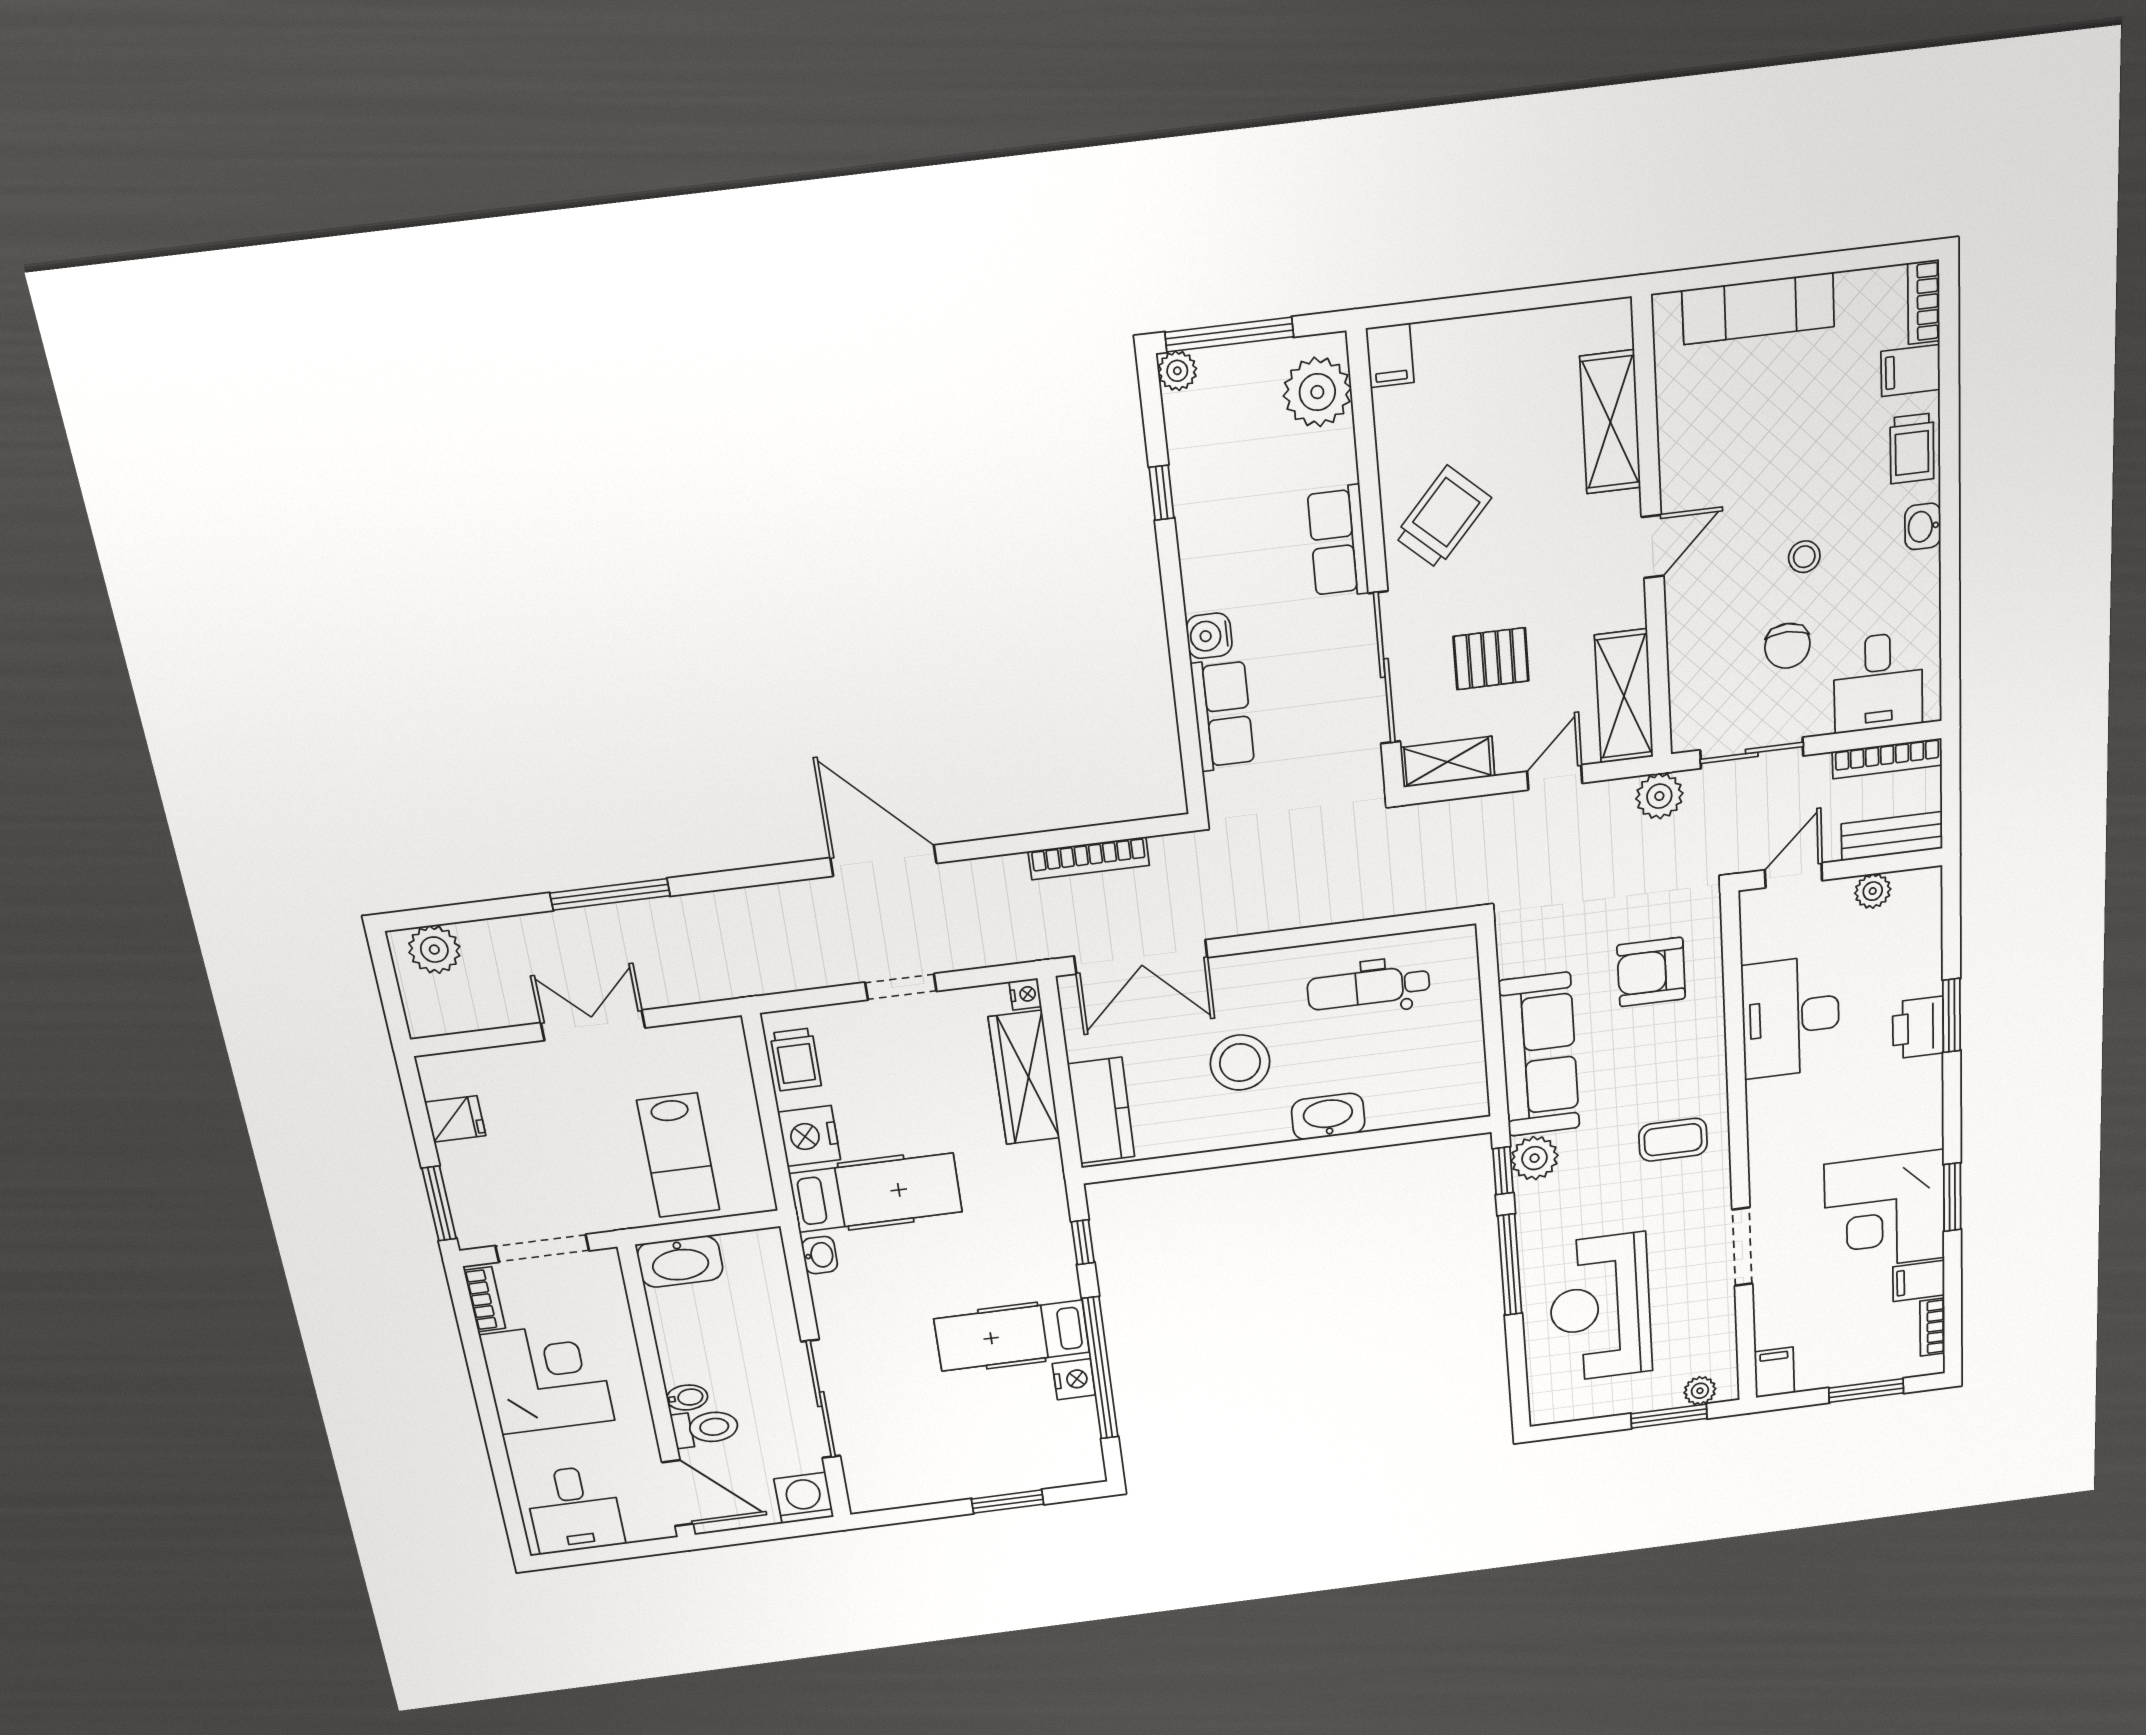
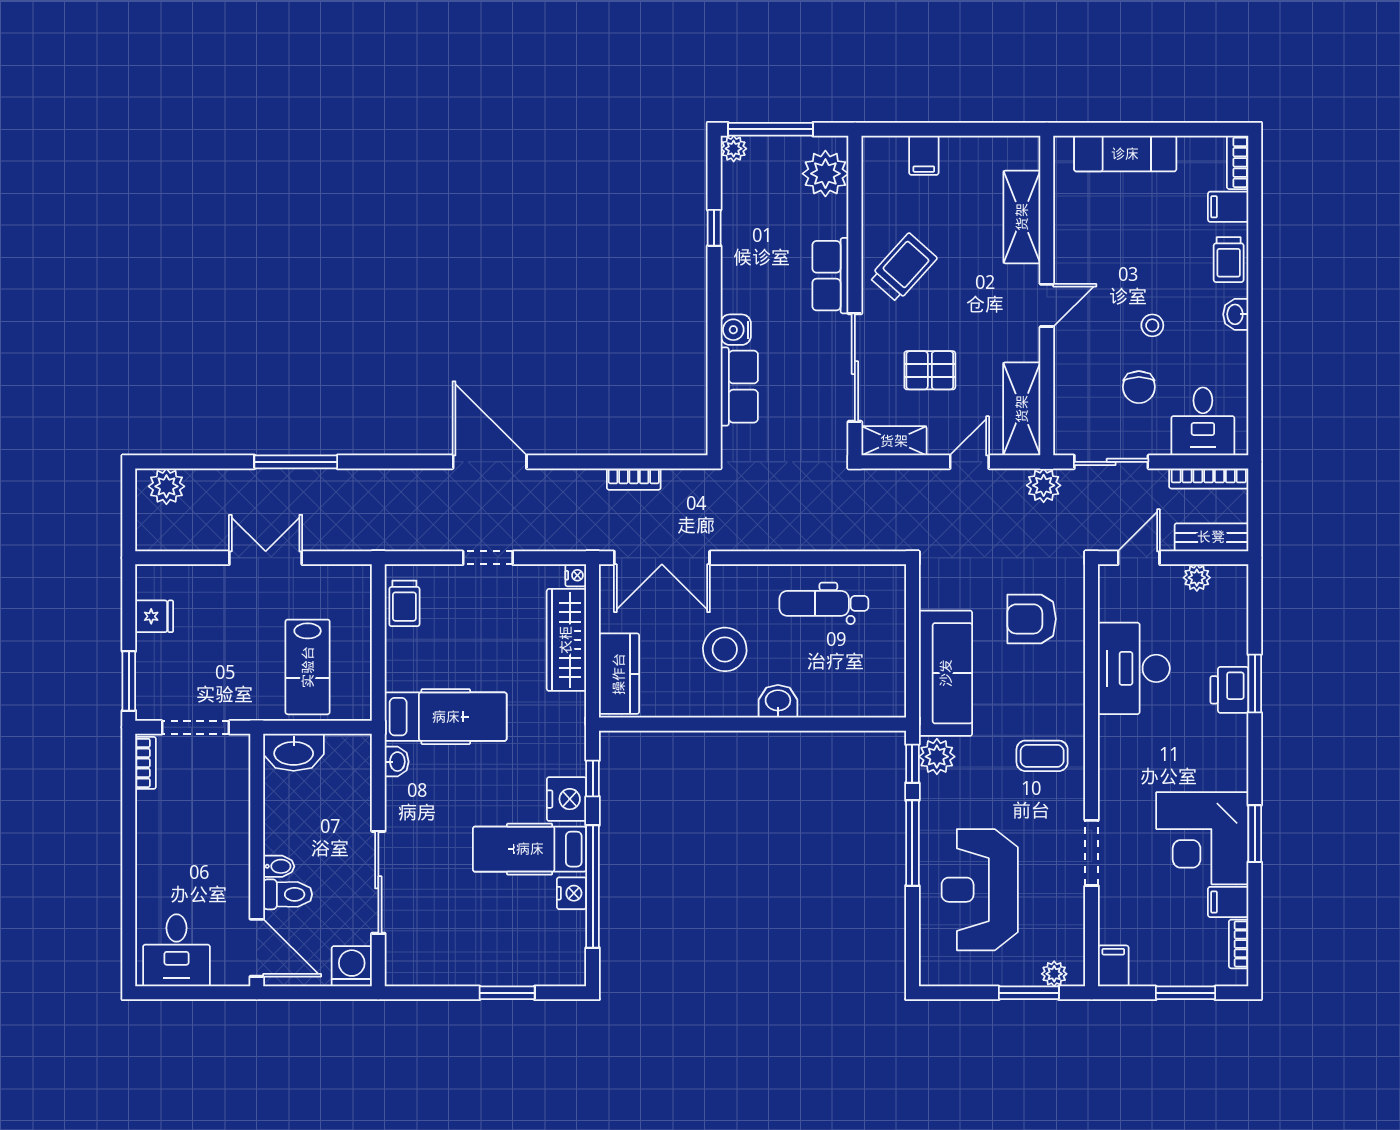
filing cabinet: (1390, 355) -> (924, 155), moved
bookcase: (1089, 858) -> (634, 479), width x0.64
washbasin: (1328, 1117) -> (778, 701), width x0.72
nightstand: (809, 1136) -> (567, 799), moved, turned 180
corner desk: (547, 1378) -> (178, 835), removed

